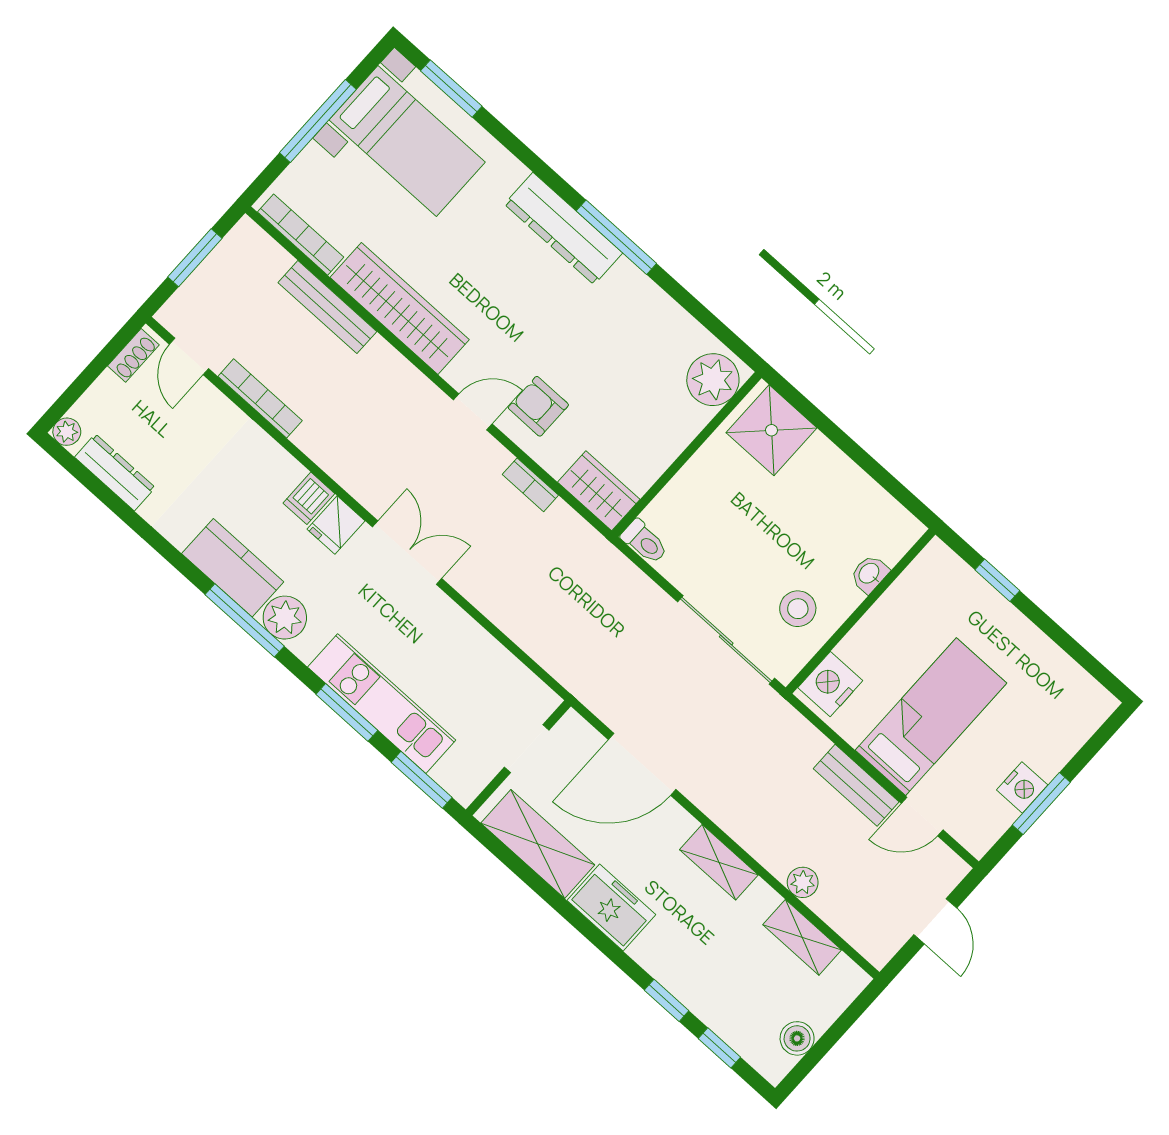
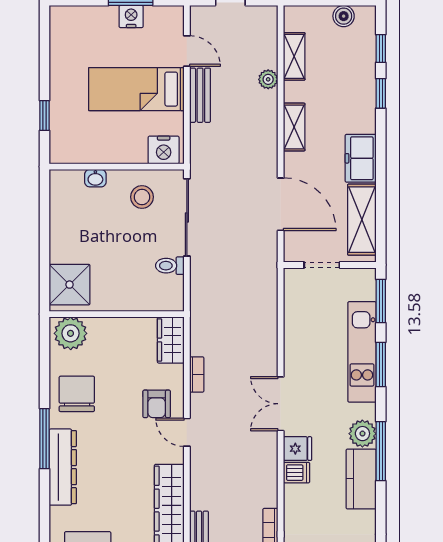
chair: (635, 323) -> (77, 394), added
toilet: (644, 542) -> (170, 266), moved, turned -90

